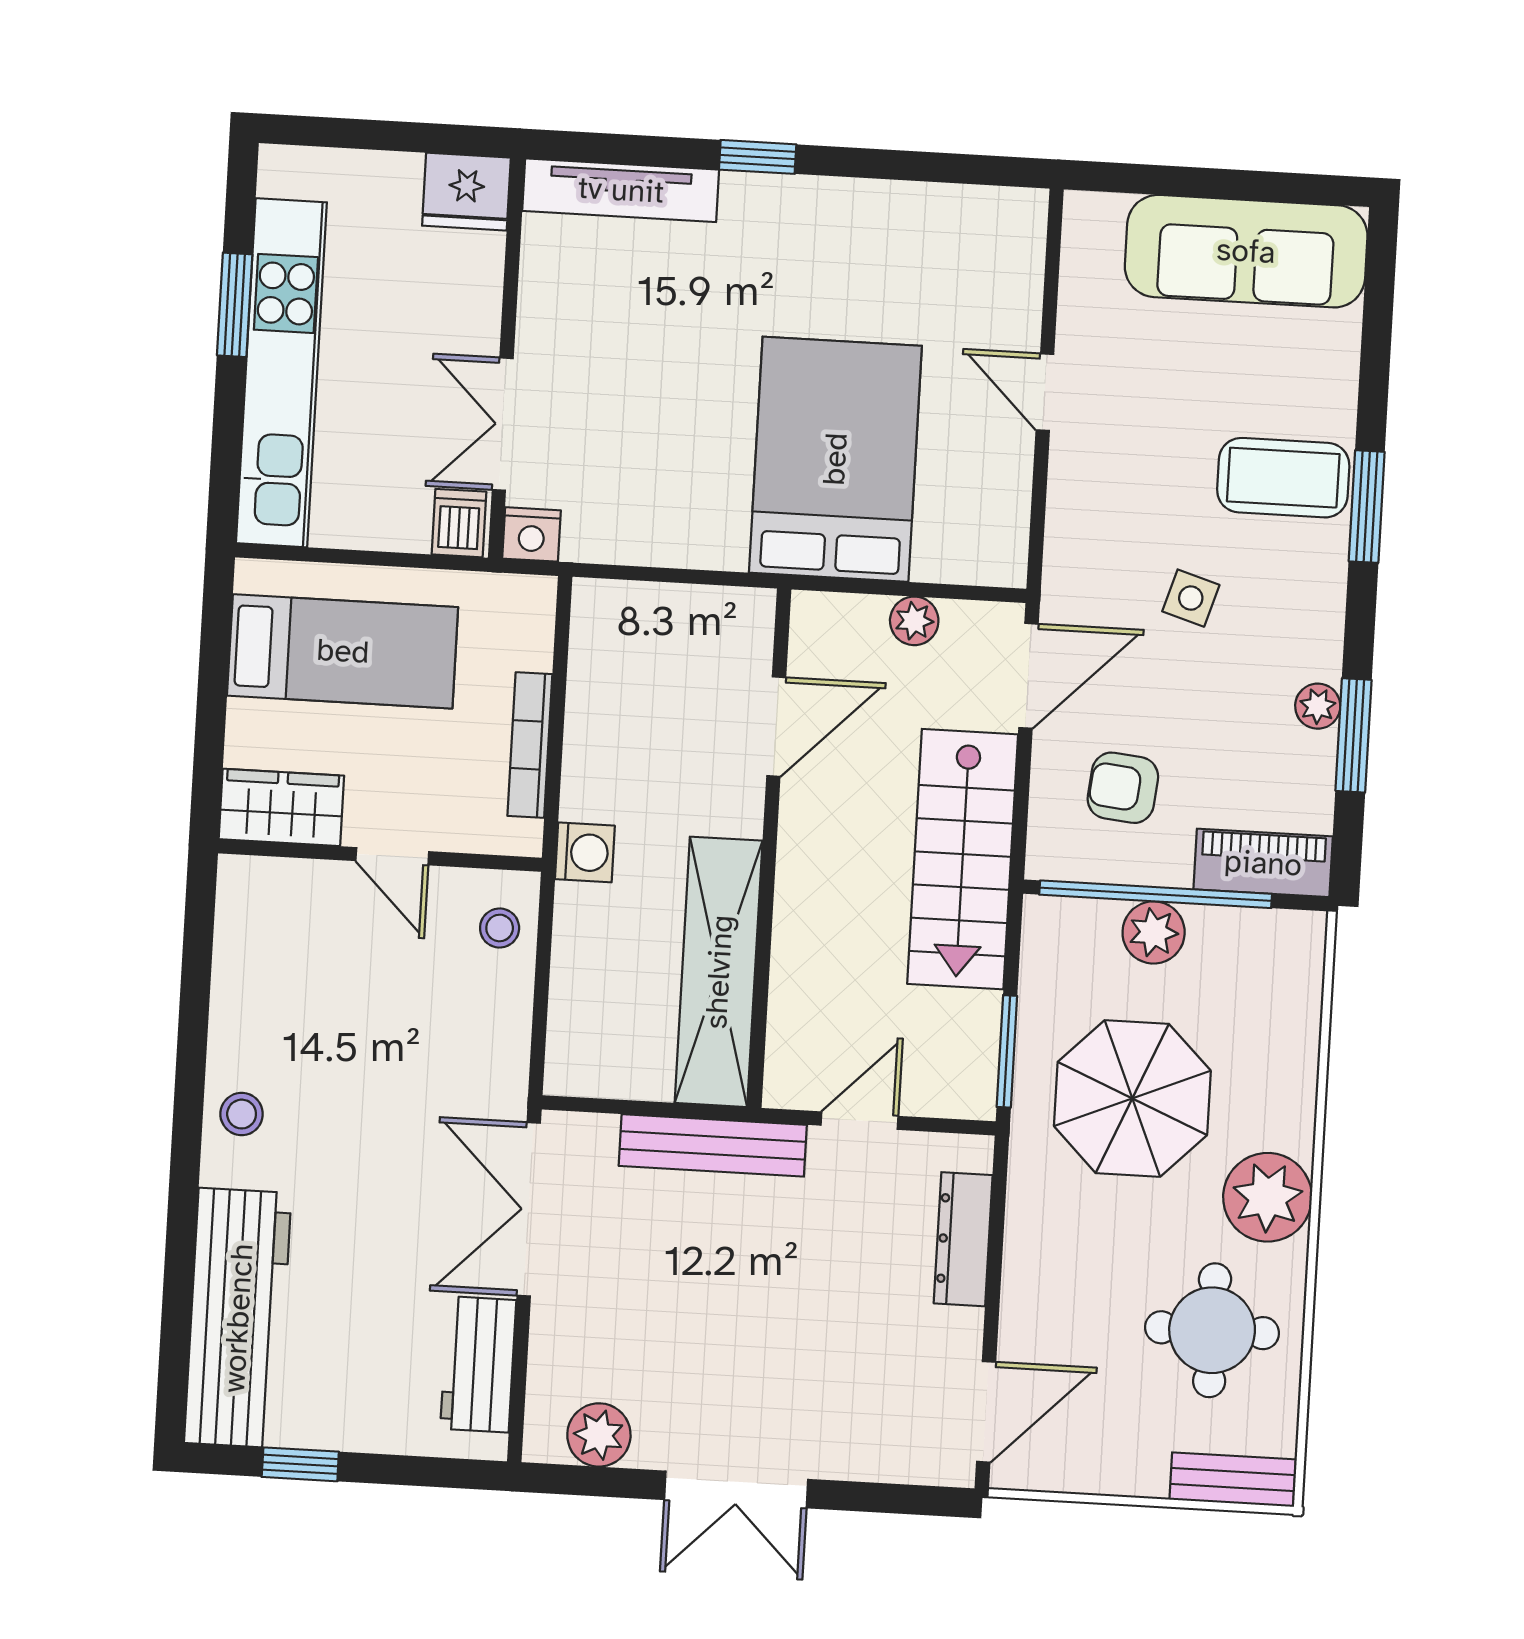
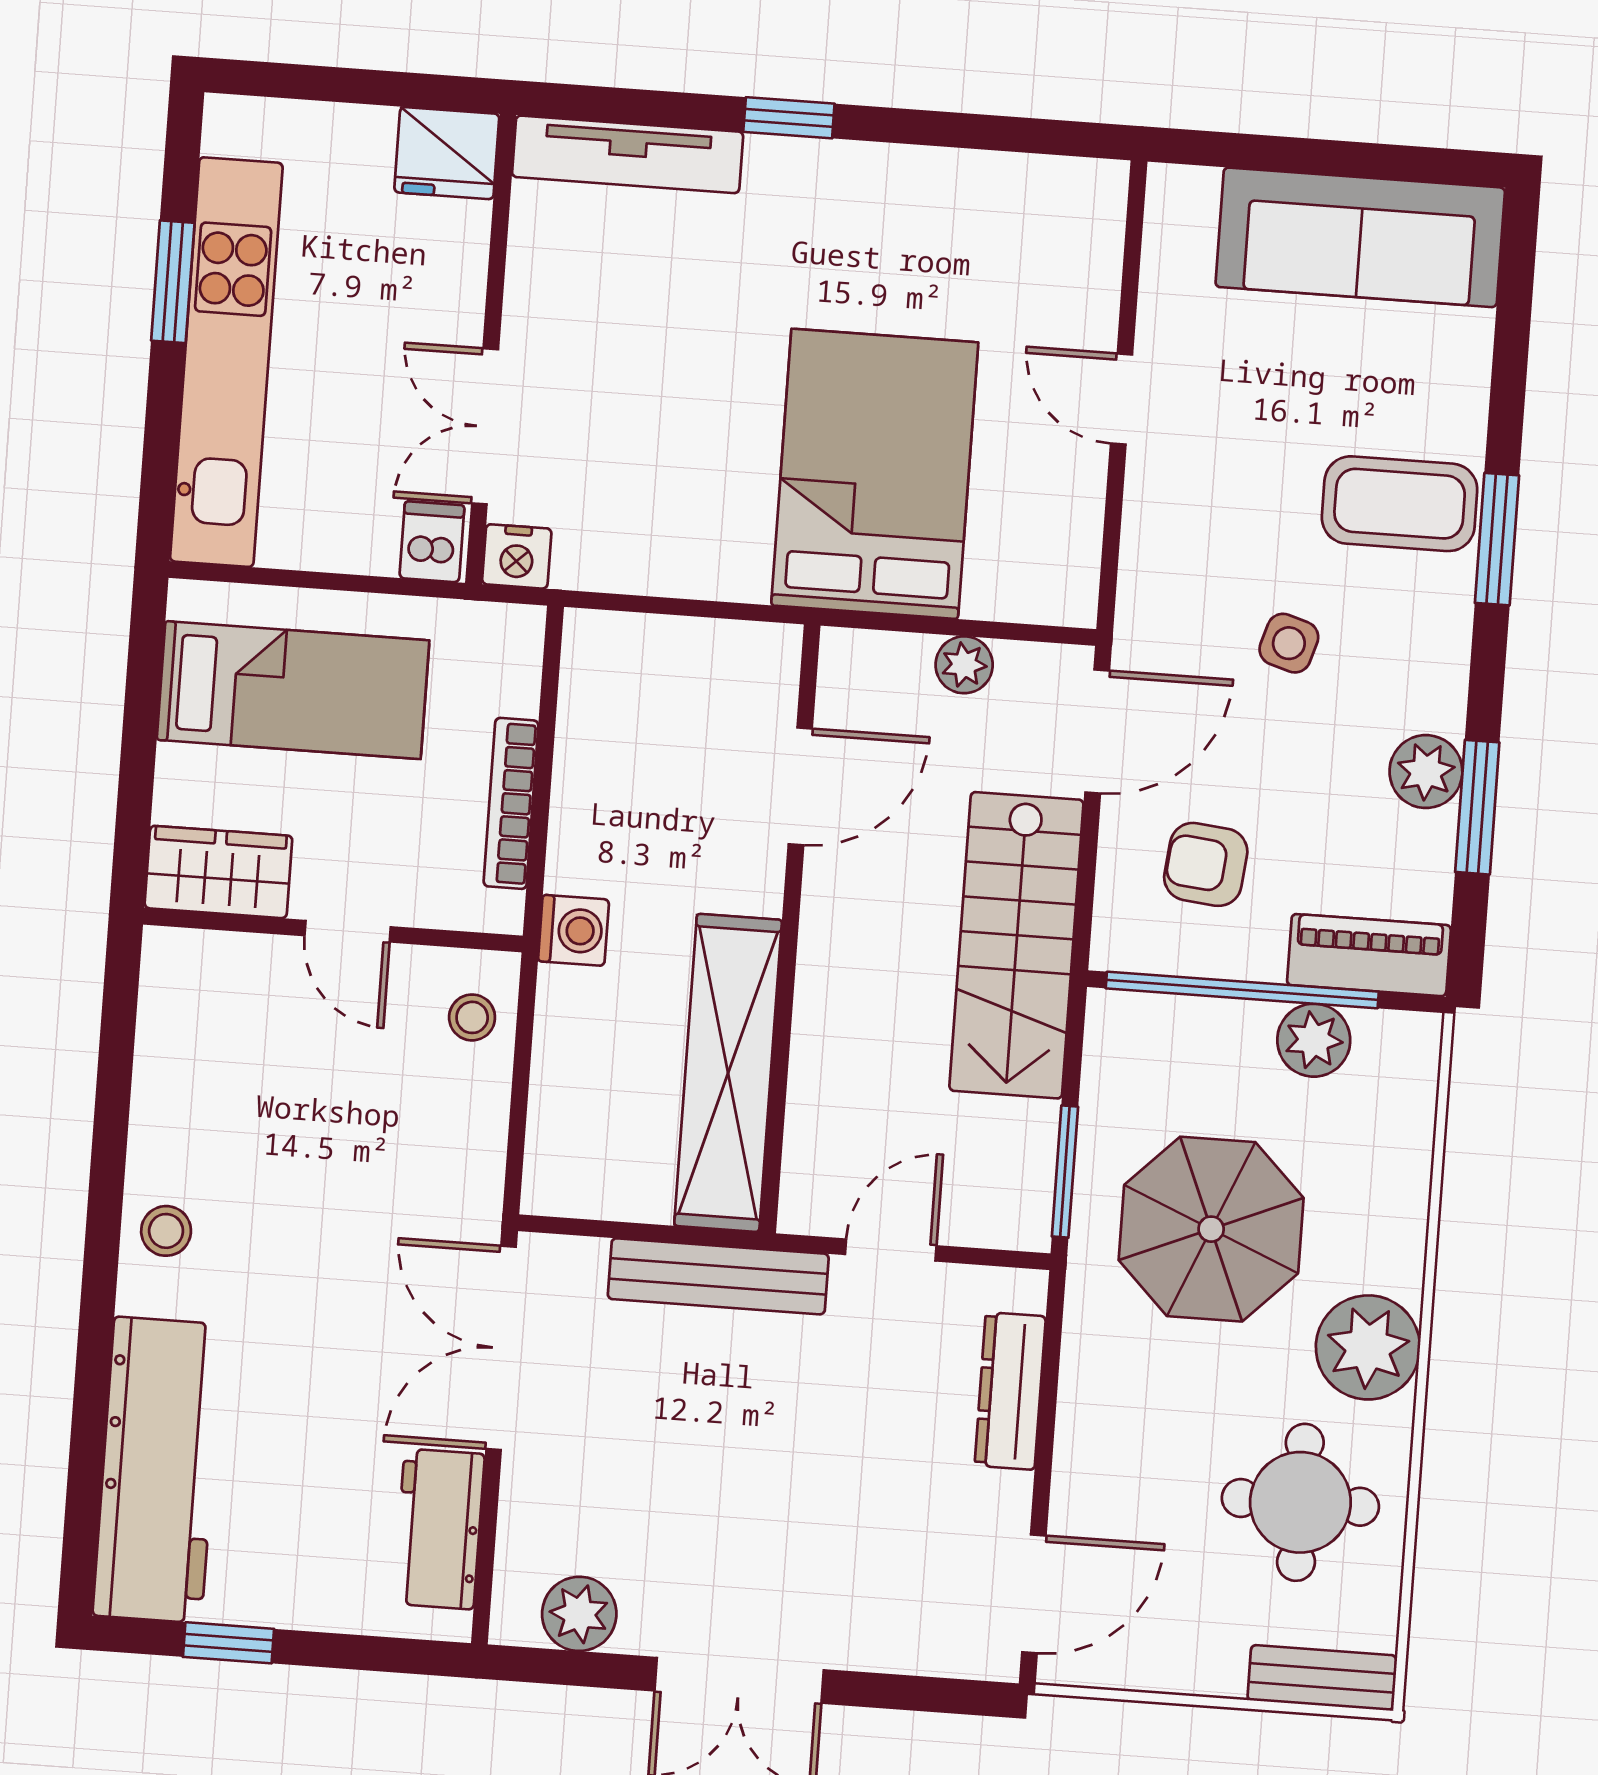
plant: (1318, 706) -> (1426, 772), width x1.38, depth x1.38
plant: (1154, 932) -> (1314, 1040), moved

